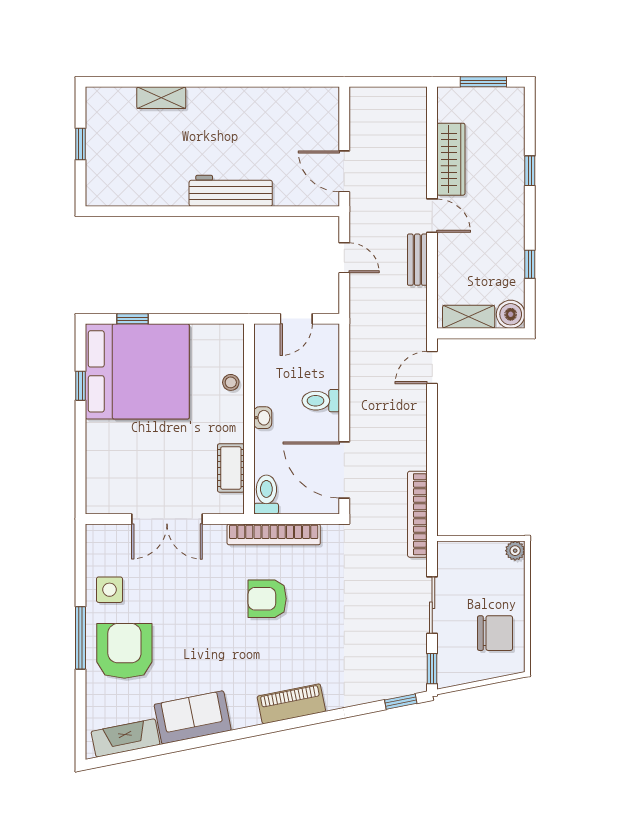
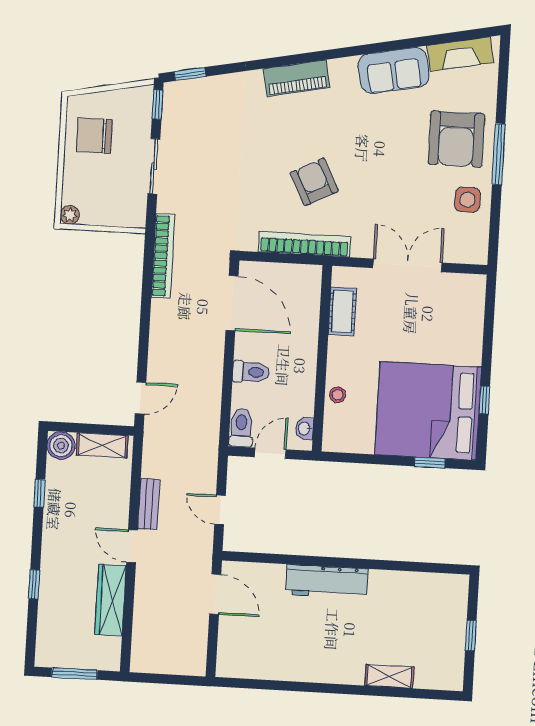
washbasin: (263, 418) -> (304, 429), moved
toilet: (266, 494) -> (241, 428), moved, turned 180
armchair: (267, 599) -> (314, 182), turned -117

